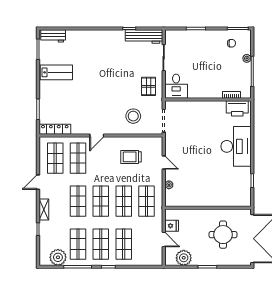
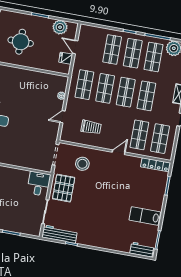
pallet: (149, 86) -> (64, 188), width x1.50, depth x1.42
door: (164, 163) -> (62, 117), hinge flipped

